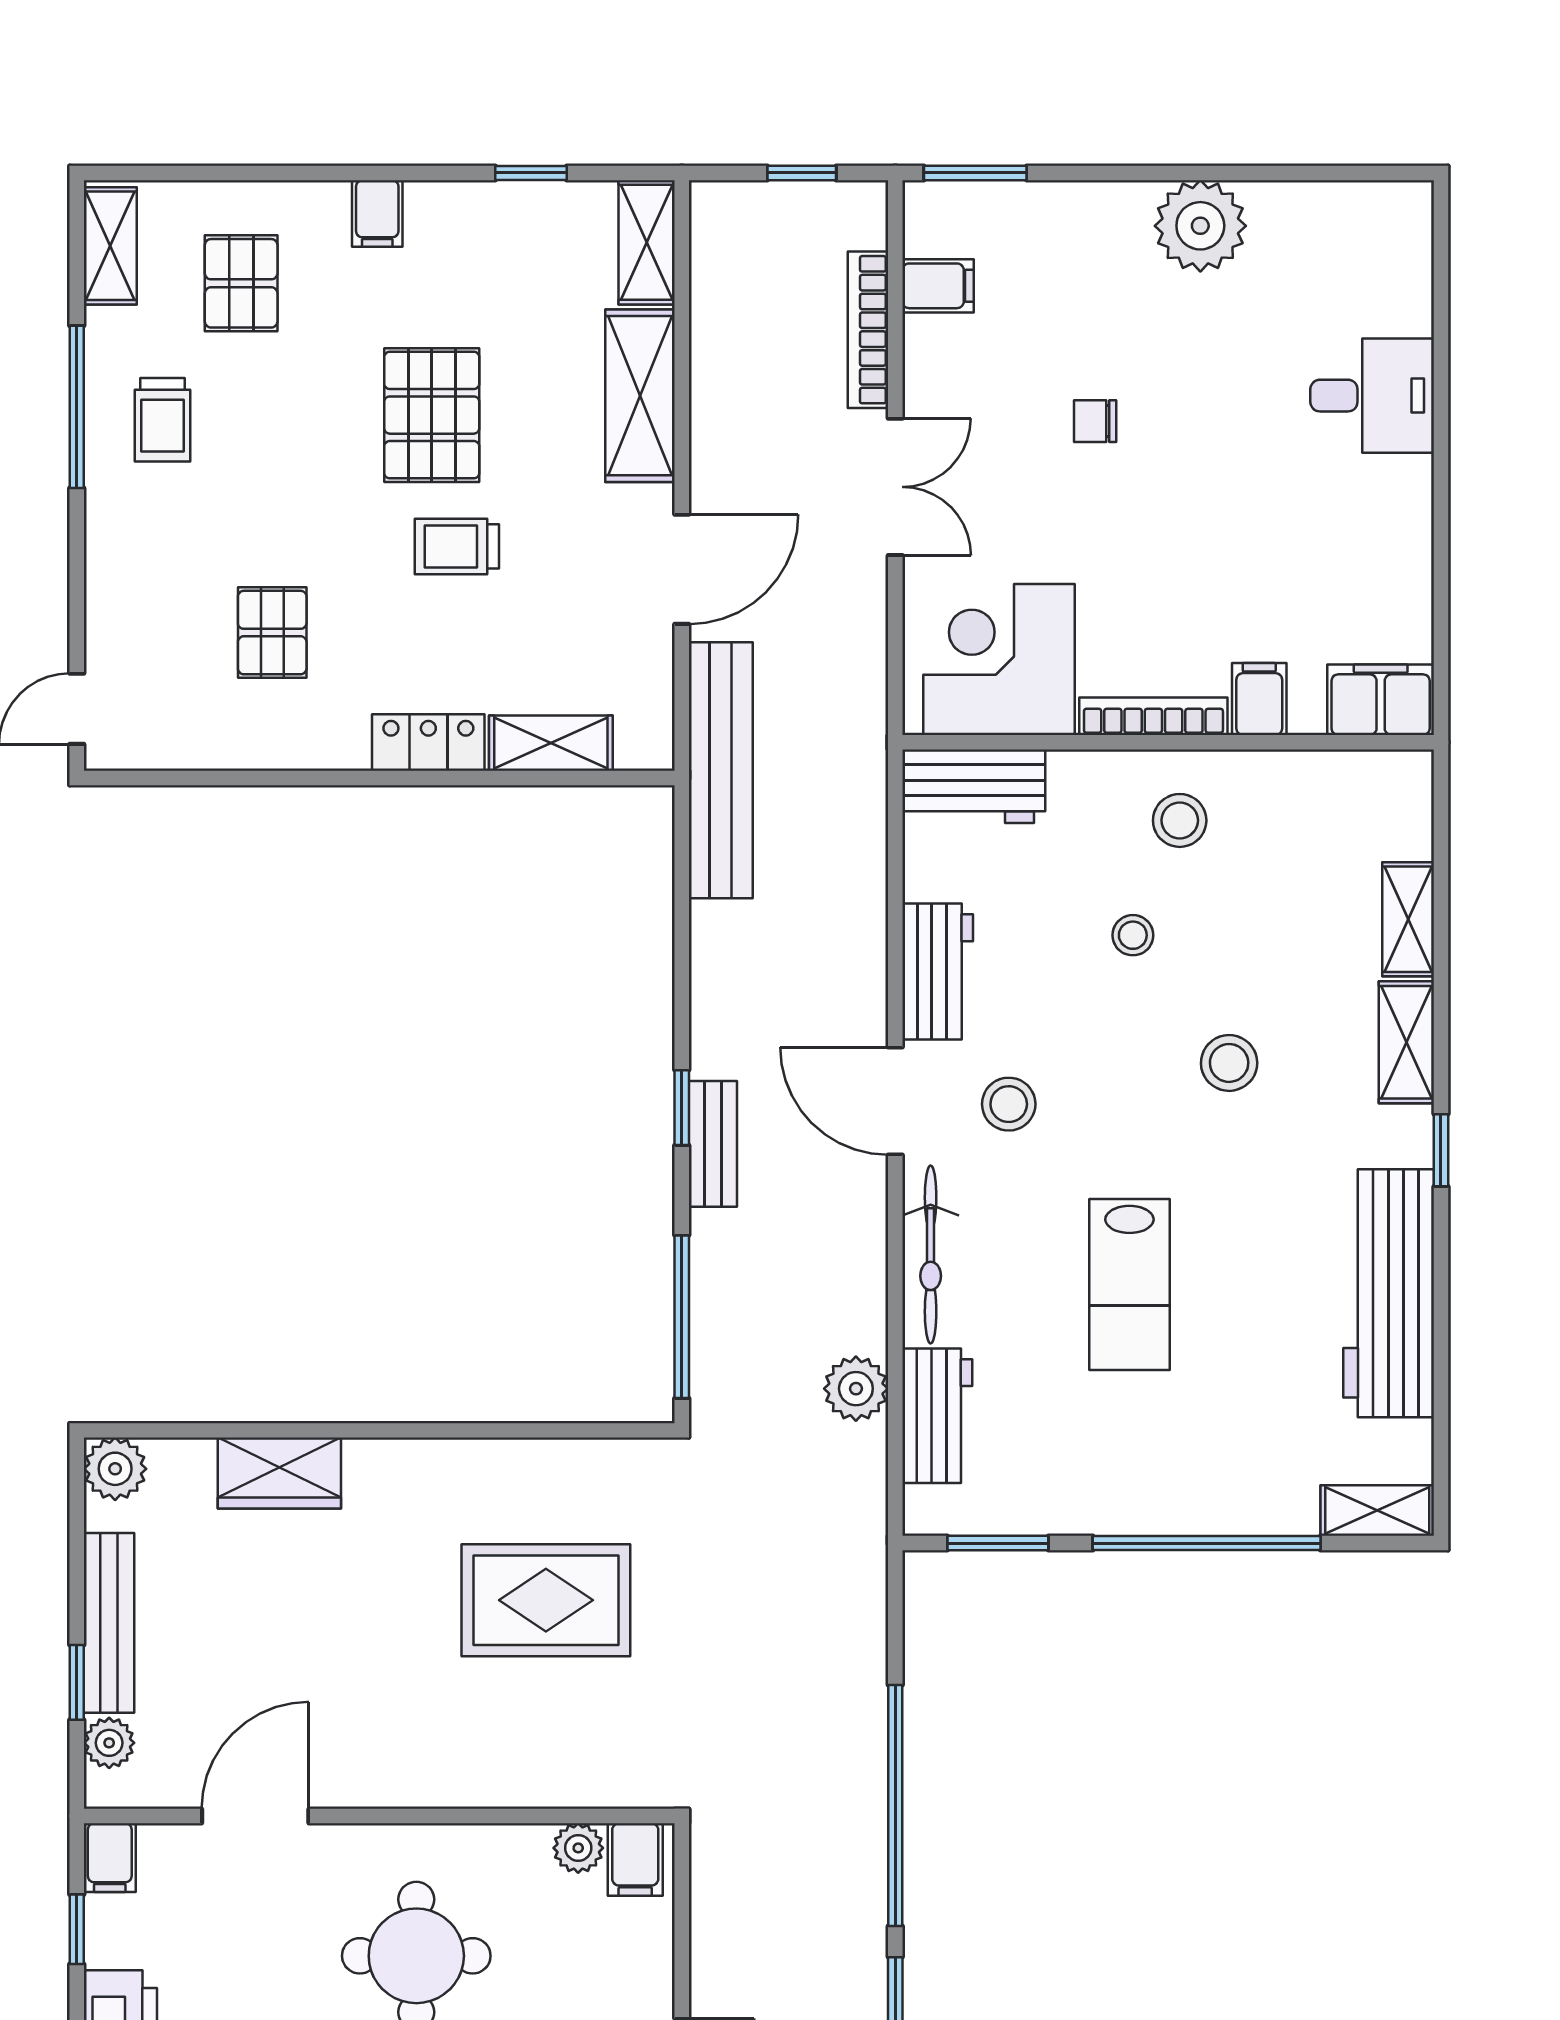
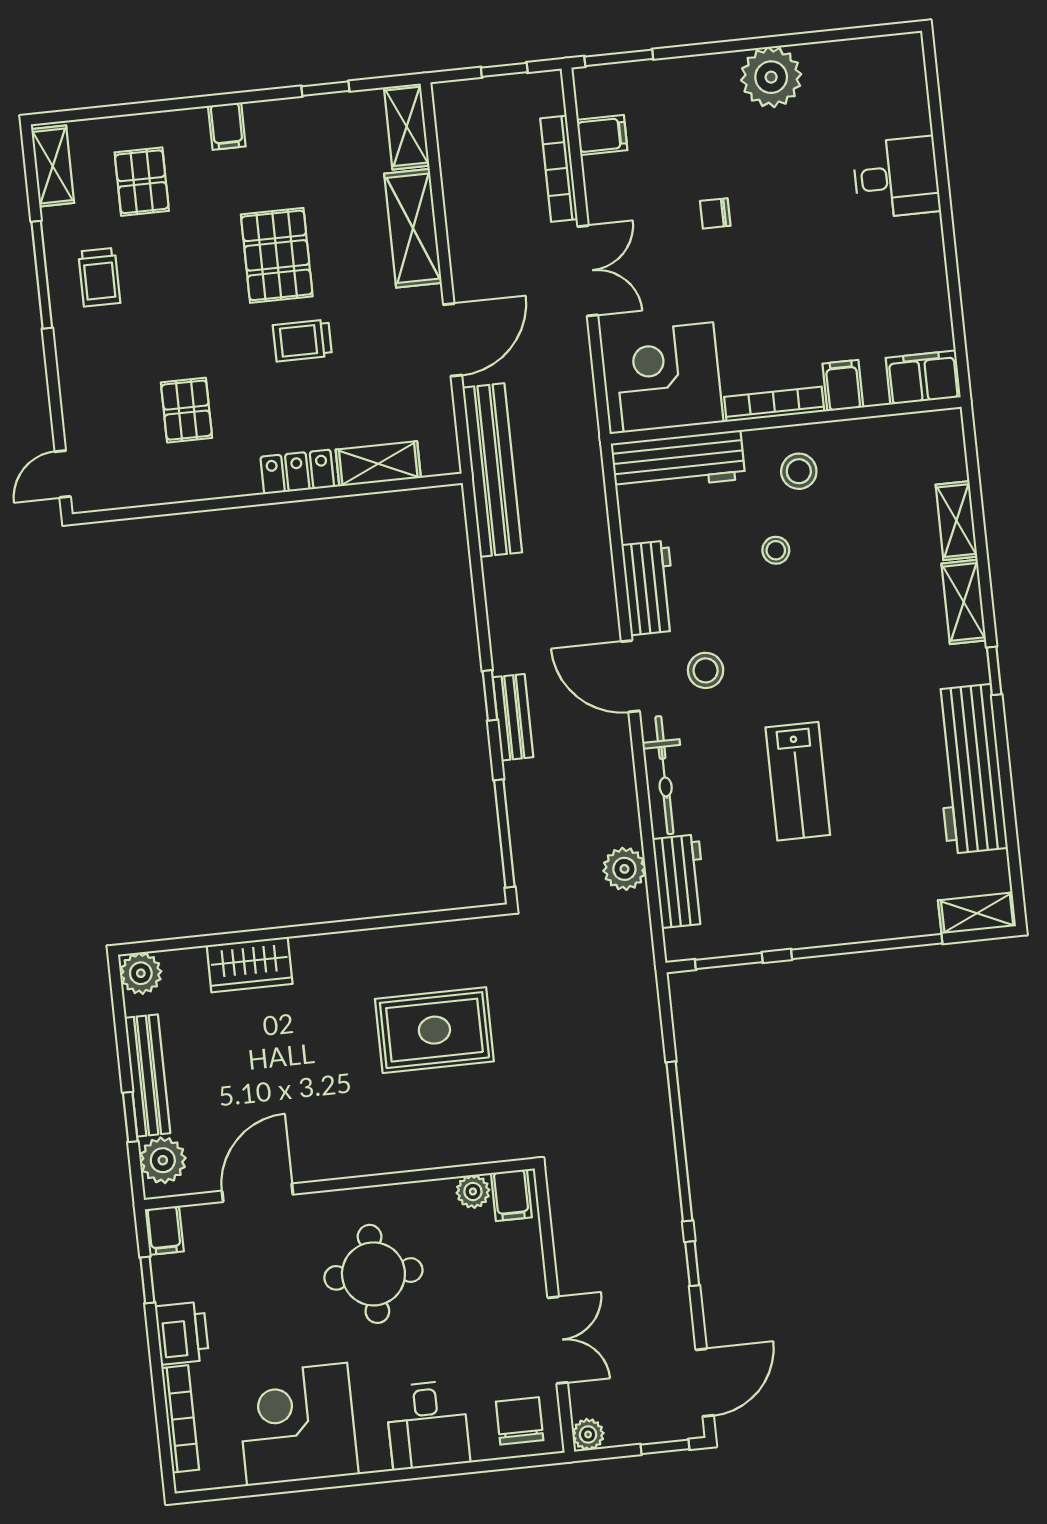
workbench: (974, 786) -> (678, 461), width x1.37
stool: (1229, 1063) -> (848, 628), removed
plant: (109, 1743) -> (163, 1160), width x1.38, depth x1.38

